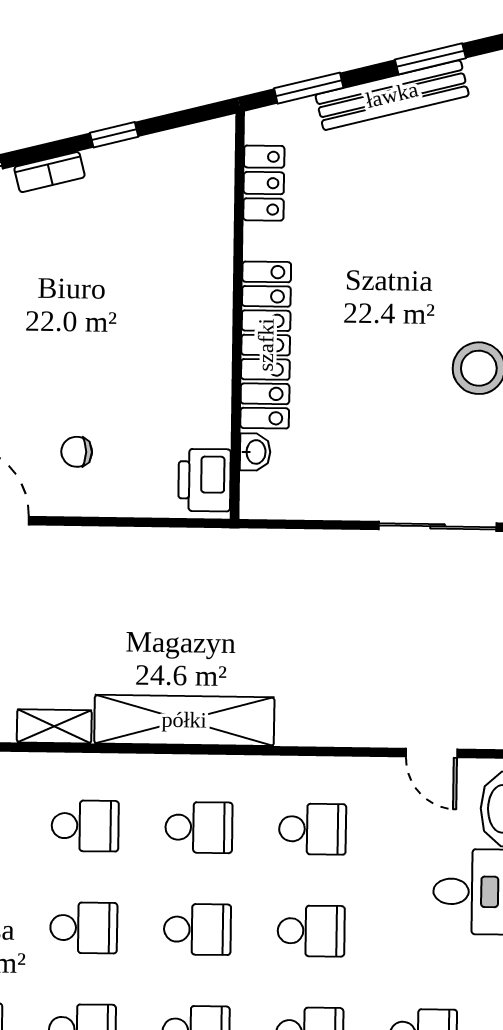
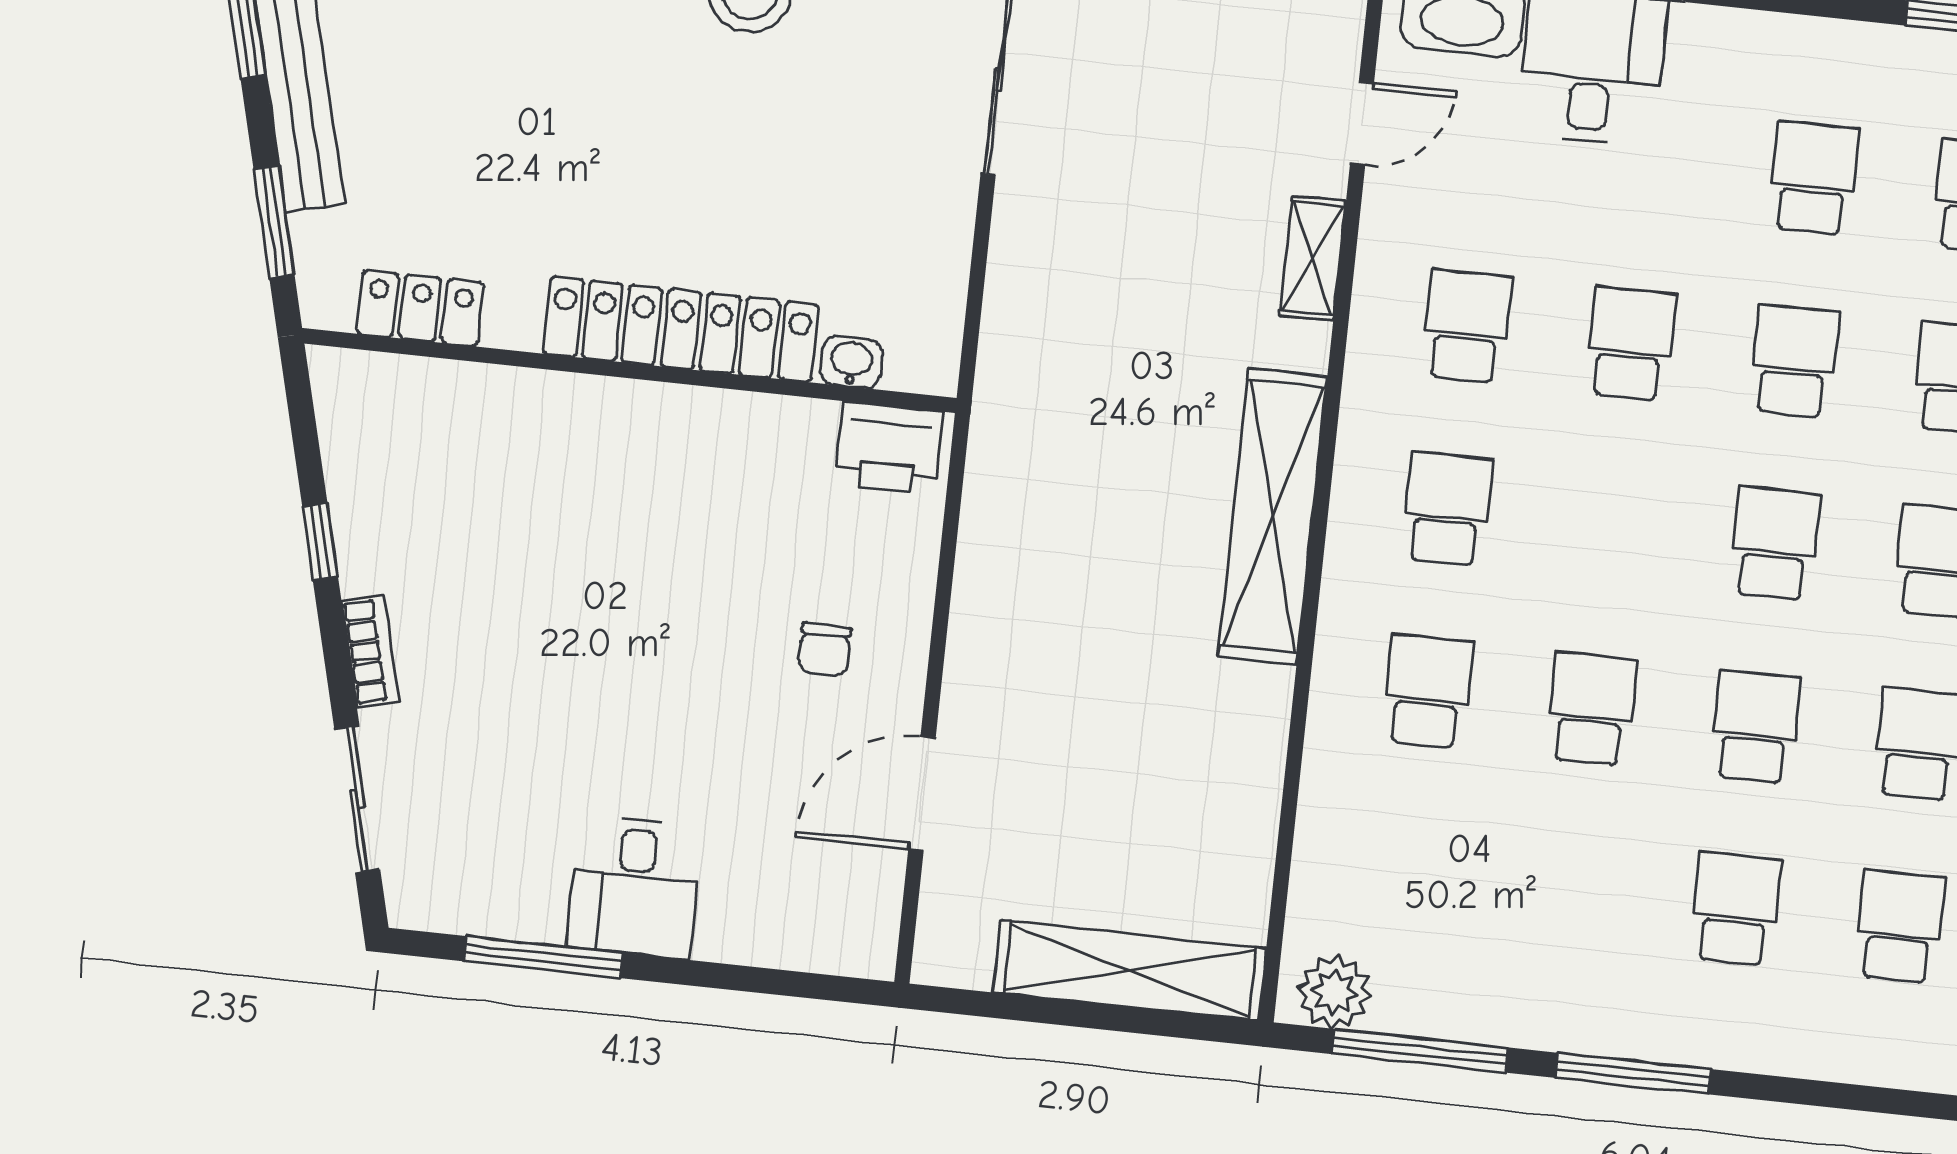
shelving: (54, 726) -> (1313, 258), moved
school desk: (197, 929) -> (1611, 526), removed

